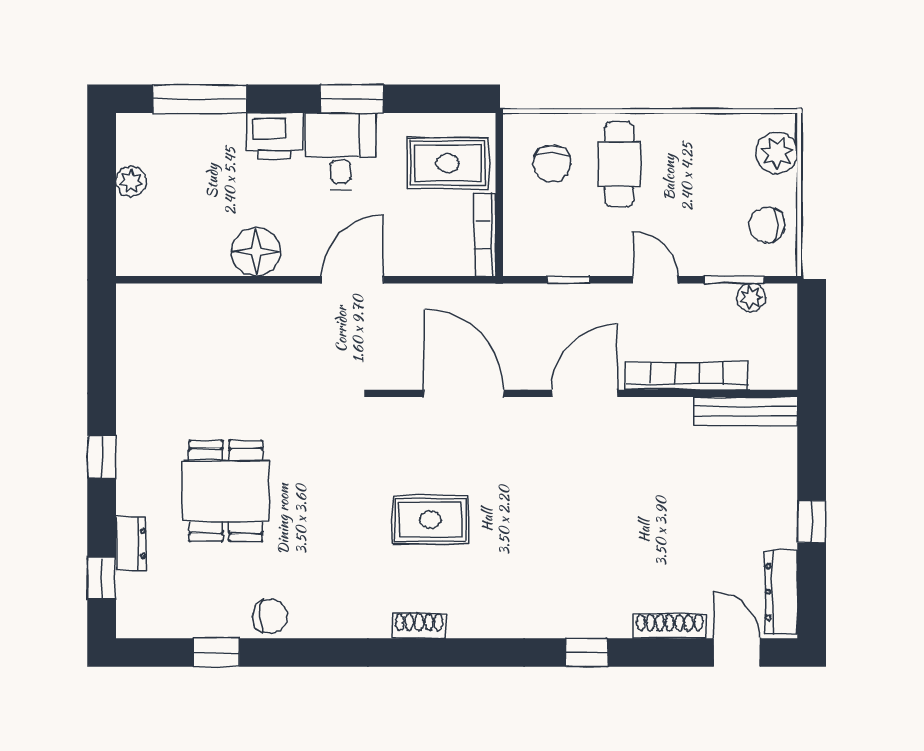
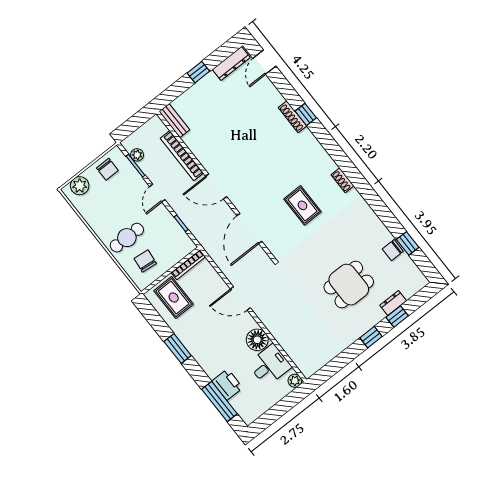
printer: (274, 136) -> (227, 385), moved
desk: (341, 151) -> (270, 365), moved, turned 180
chair: (552, 164) -> (145, 261), turned -84
plant: (131, 181) -> (295, 381), moved
bench: (746, 411) -> (174, 121), width x0.73
window: (102, 578) -> (397, 316), moved
chair: (270, 616) -> (393, 250), moved, turned -90
shoe rack: (670, 626) -> (293, 117), moved

